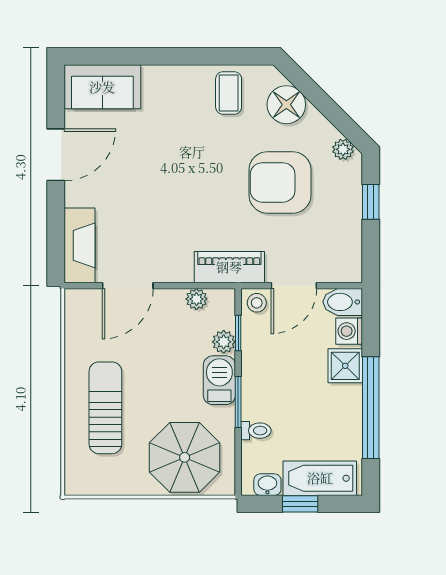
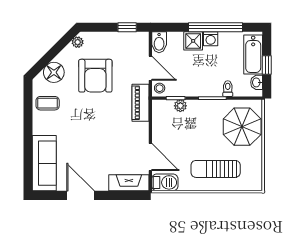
sofa: (102, 87) -> (44, 163), width x1.36
window: (371, 202) -> (127, 27), moved
plant: (196, 299) -> (158, 120), removed
washing machine: (349, 331) -> (211, 39), moved
barbecue: (219, 380) -> (165, 182), moved, turned 180

